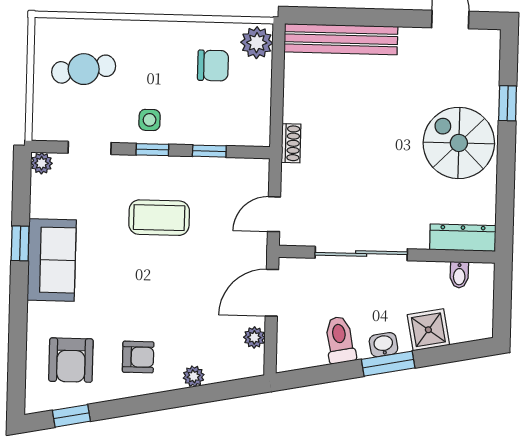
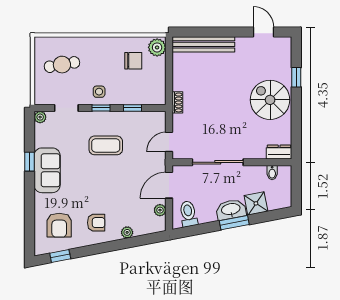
dresser: (463, 238) -> (279, 152), width x0.70
toilet: (340, 340) -> (188, 214), moved
washbasin: (383, 345) -> (231, 210), width x1.91, depth x1.45

